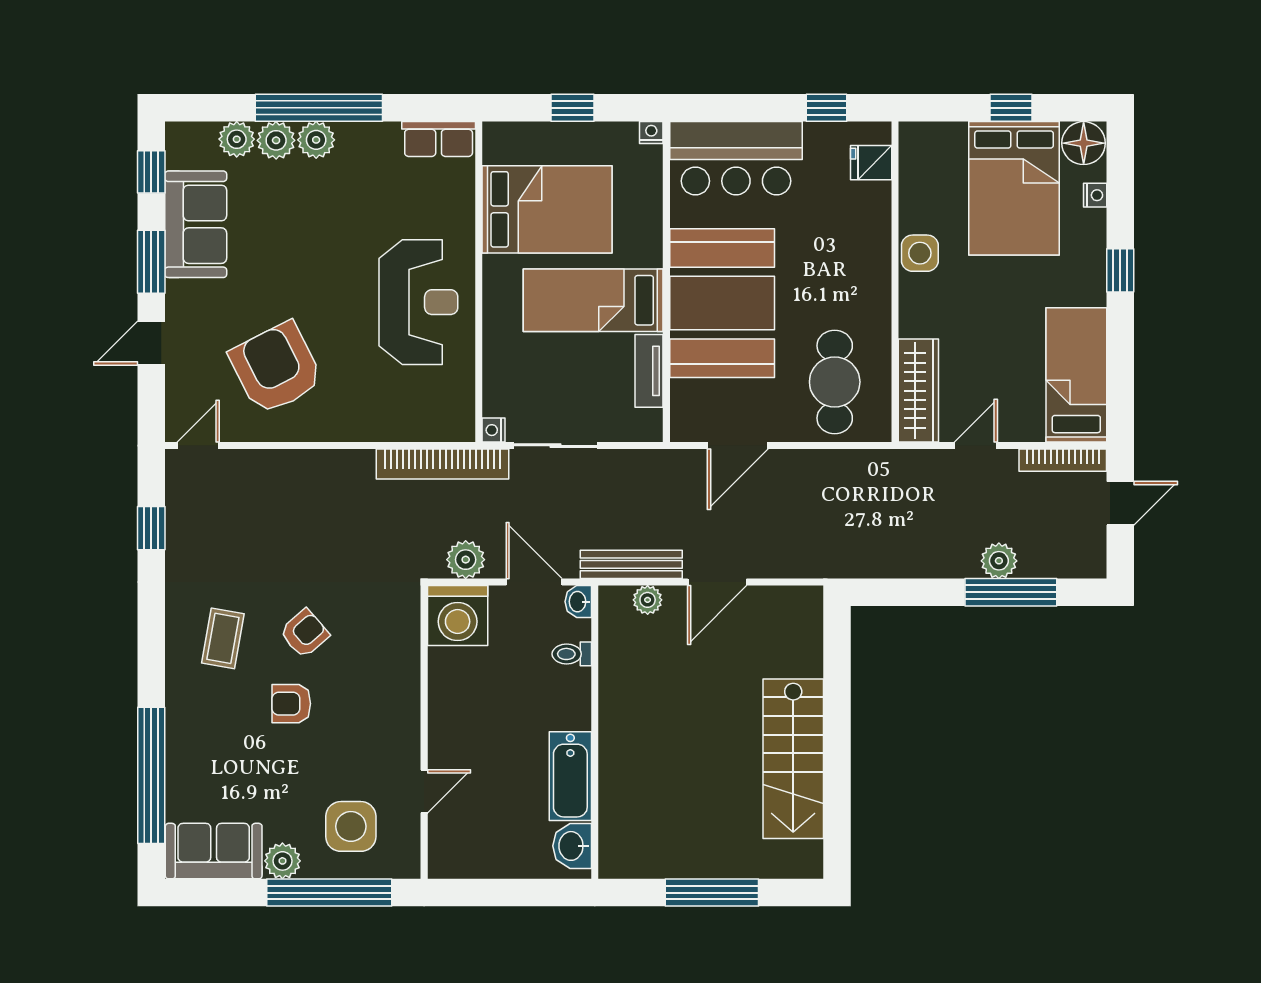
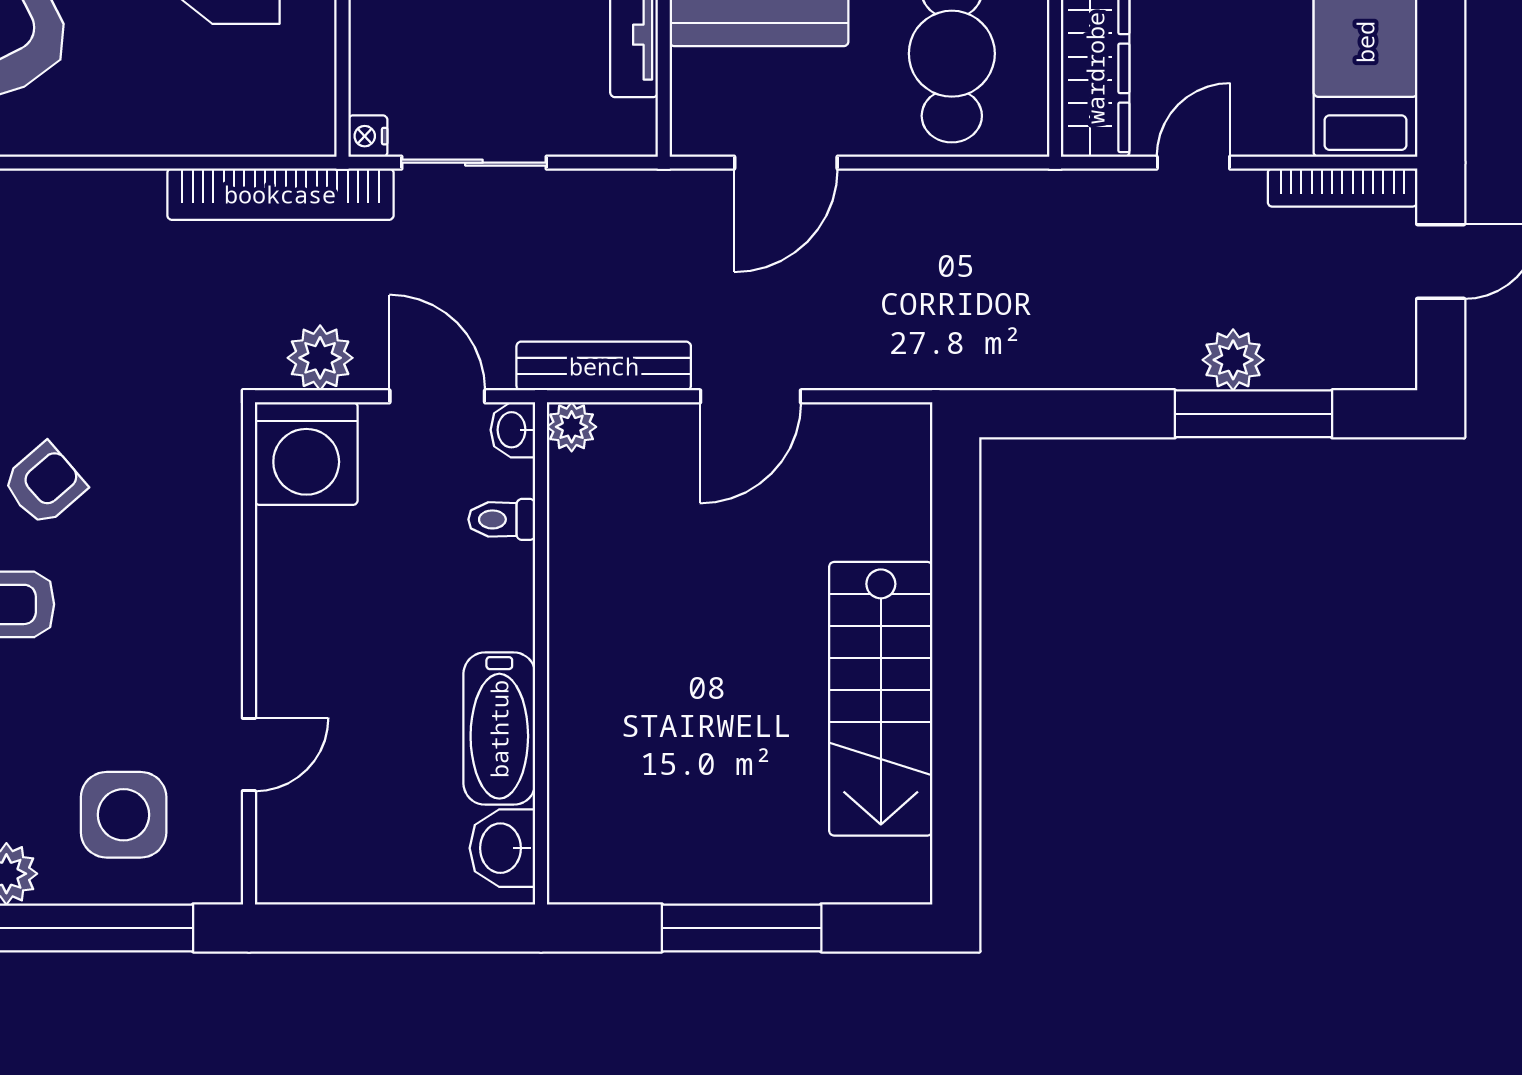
plant: (648, 600) -> (572, 427), moved

